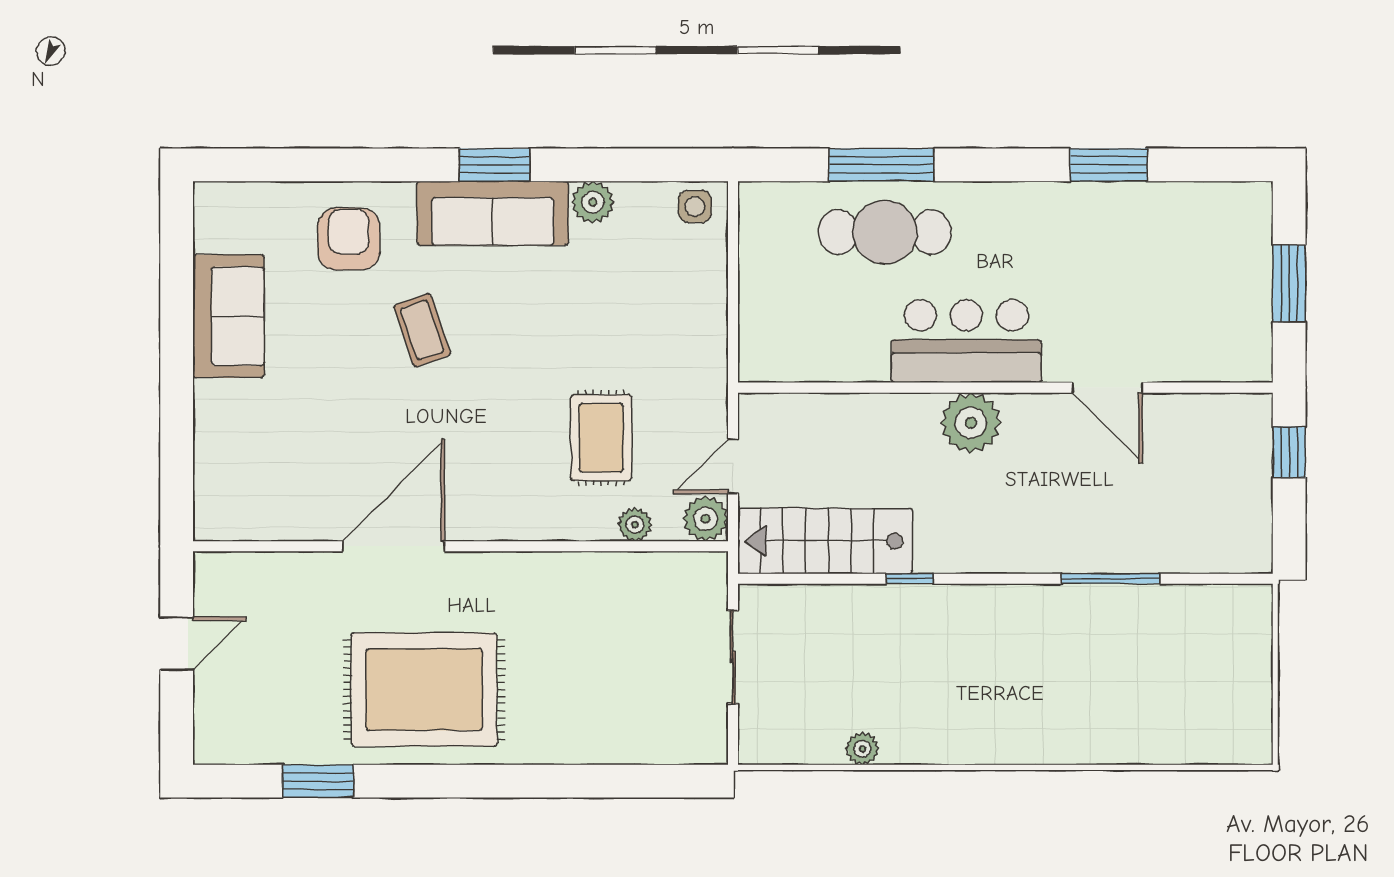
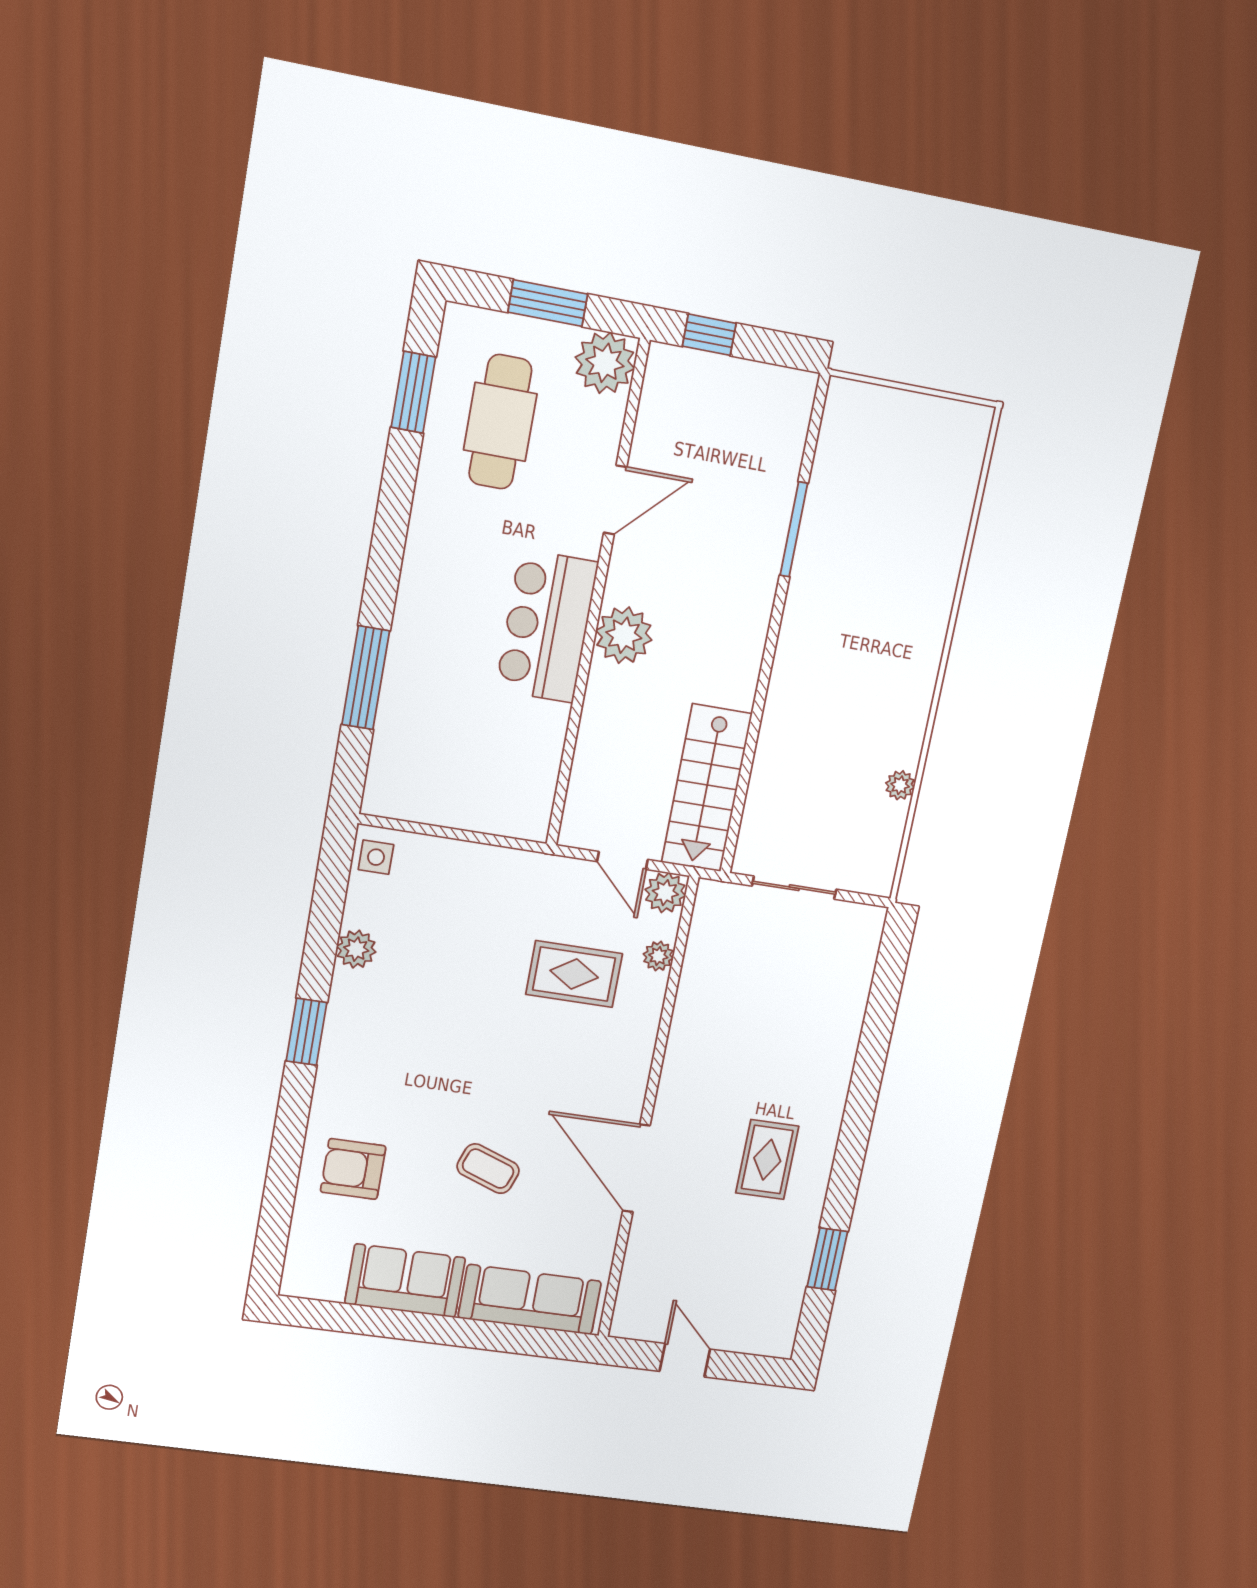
window: (1109, 165) -> (413, 392), moved
sofa: (493, 213) -> (530, 1300), moved, turned -90
cafe table: (885, 232) -> (500, 422), moved
coffee table: (422, 330) -> (488, 1169), moved, turned 39
plant: (1242, 352) -> (605, 363), added
window: (910, 579) -> (756, 717), removed
rug: (424, 690) -> (767, 1160), width x0.54, depth x0.49

